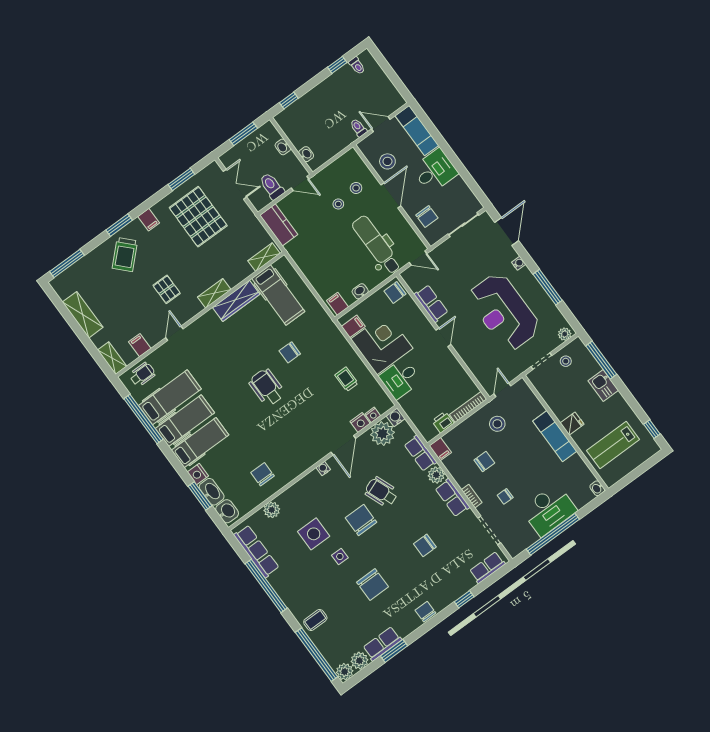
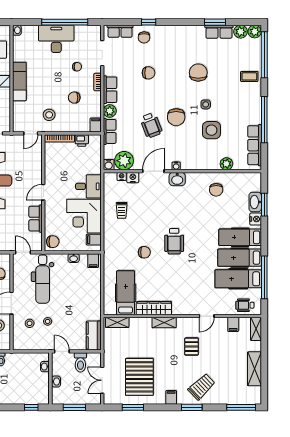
washbasin: (227, 511) -> (177, 179), moved, turned -90
chair: (425, 612) -> (144, 37), moved

